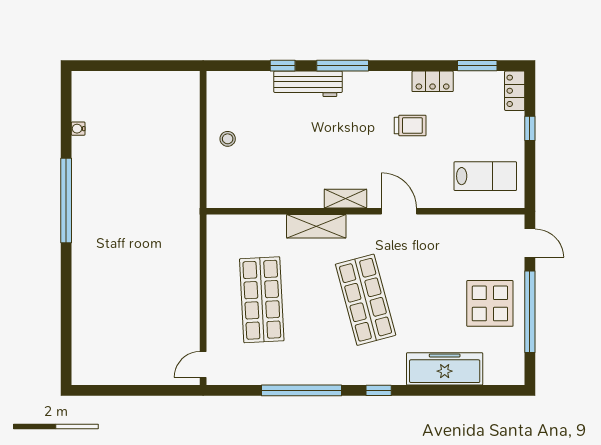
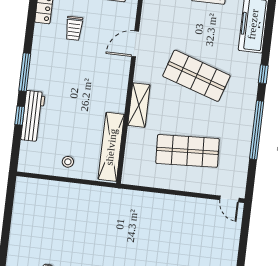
workbench: (308, 84) -> (33, 116), moved
trolley: (410, 126) -> (74, 28), turned 180
shelving: (345, 199) -> (111, 147), moved, width x2.20, depth x1.33
shop shelf: (366, 300) -> (196, 76), turned 33

